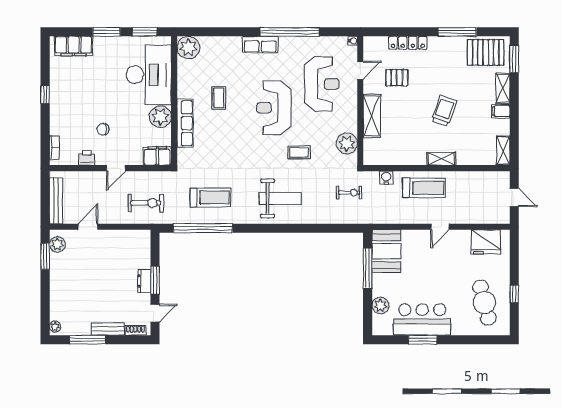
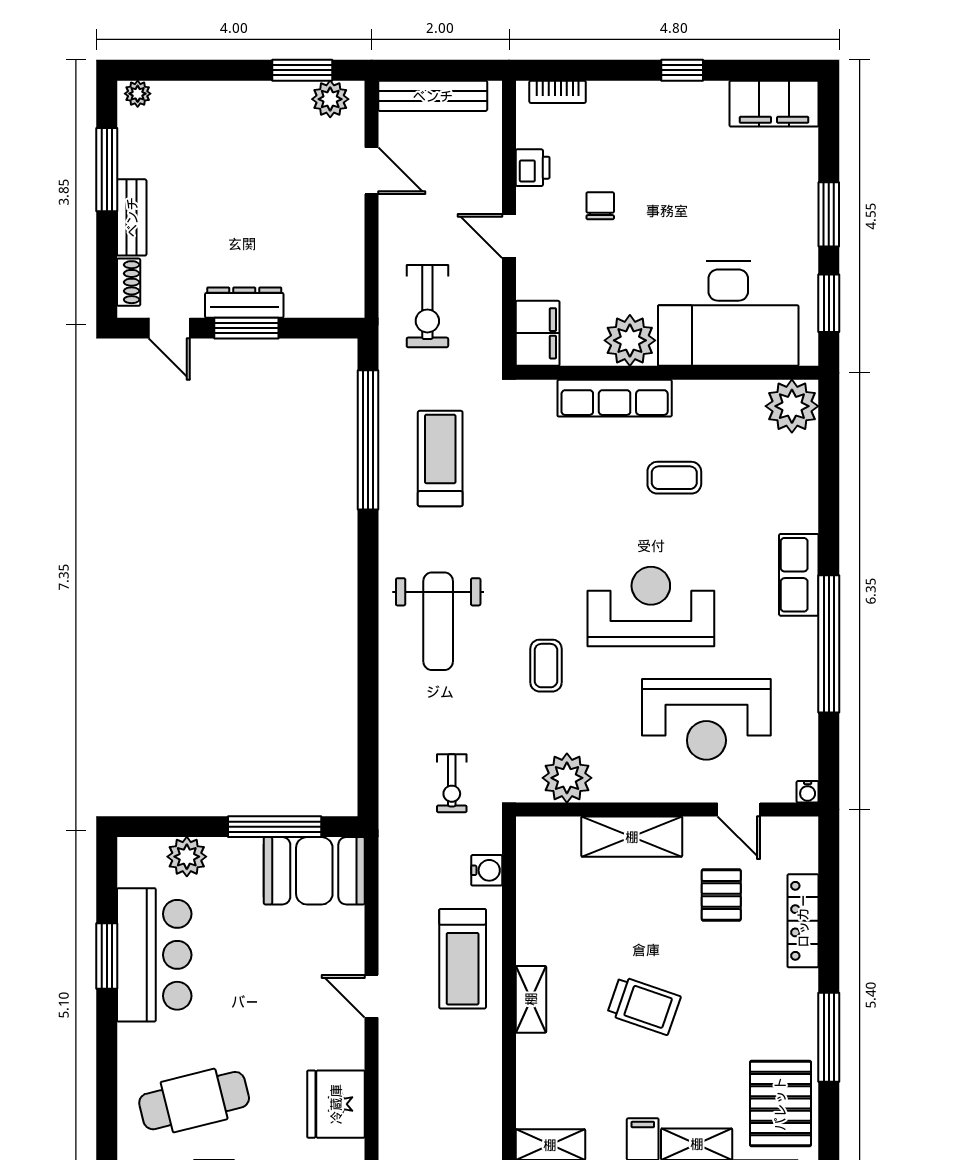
filing cabinet: (73, 46) -> (774, 104), moved, turned -90
treadmill: (211, 197) -> (440, 459), turned 180
dresser: (144, 281) -> (244, 303), width x1.44

